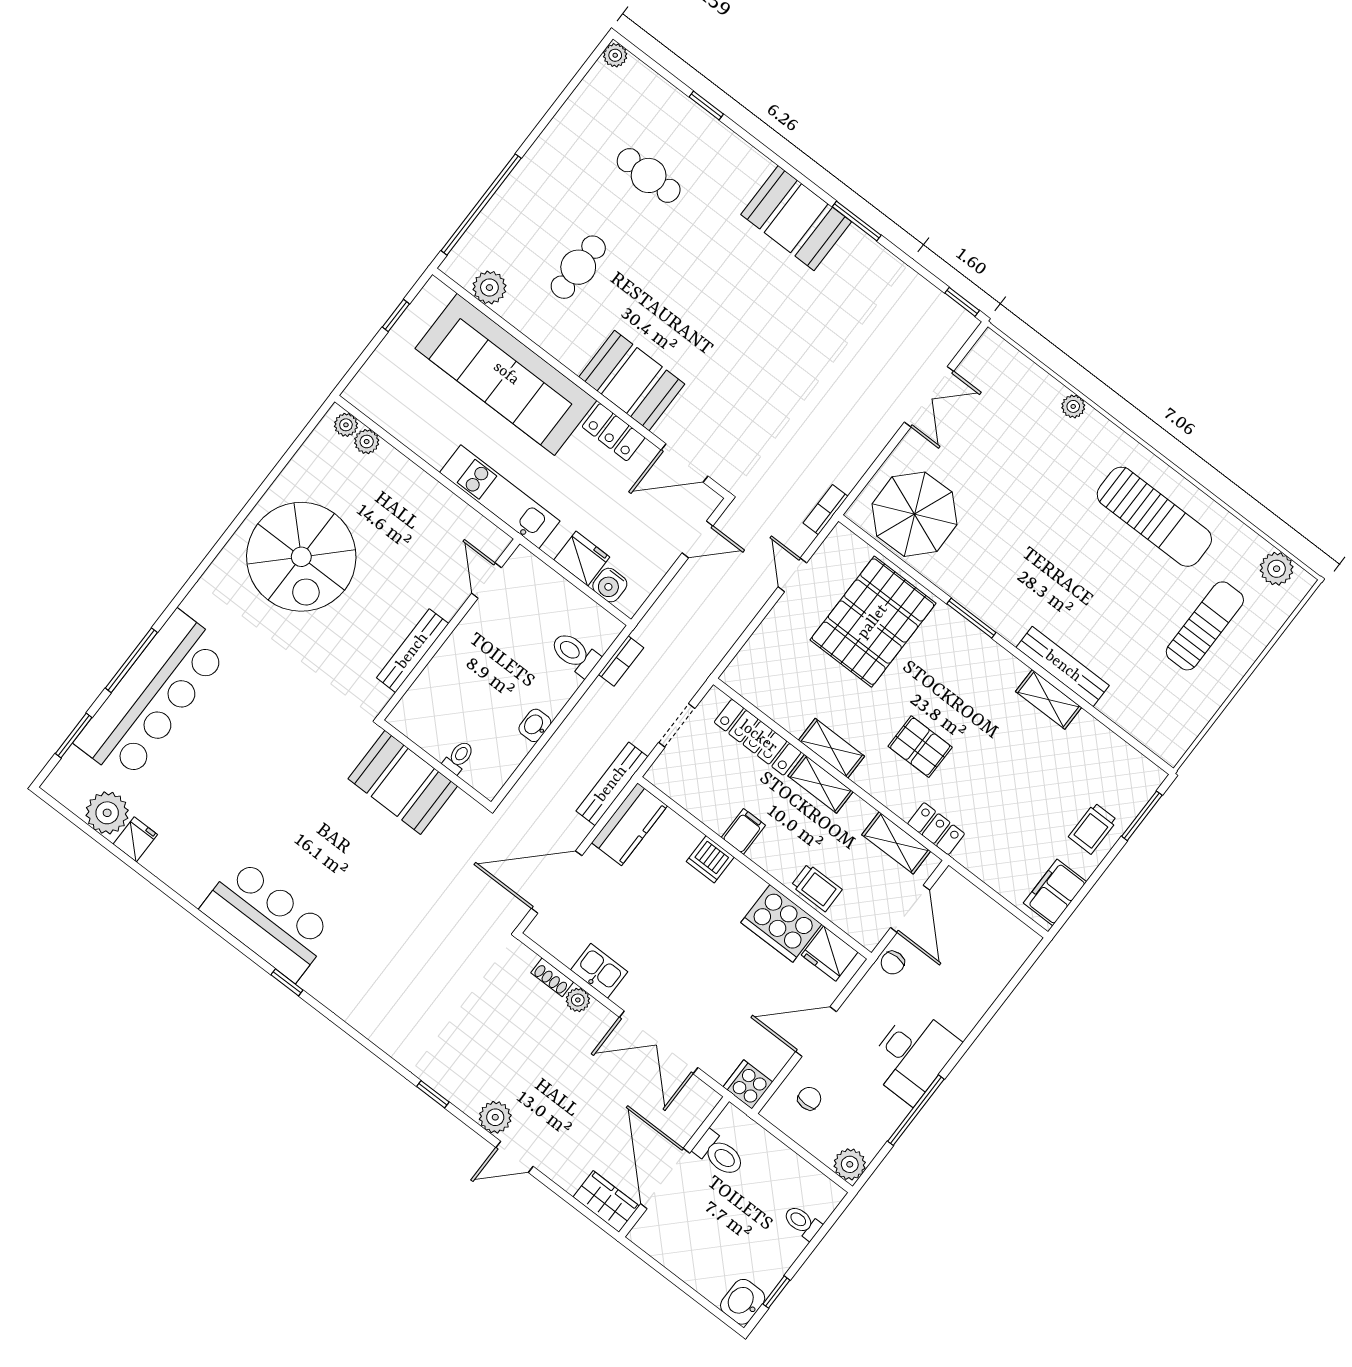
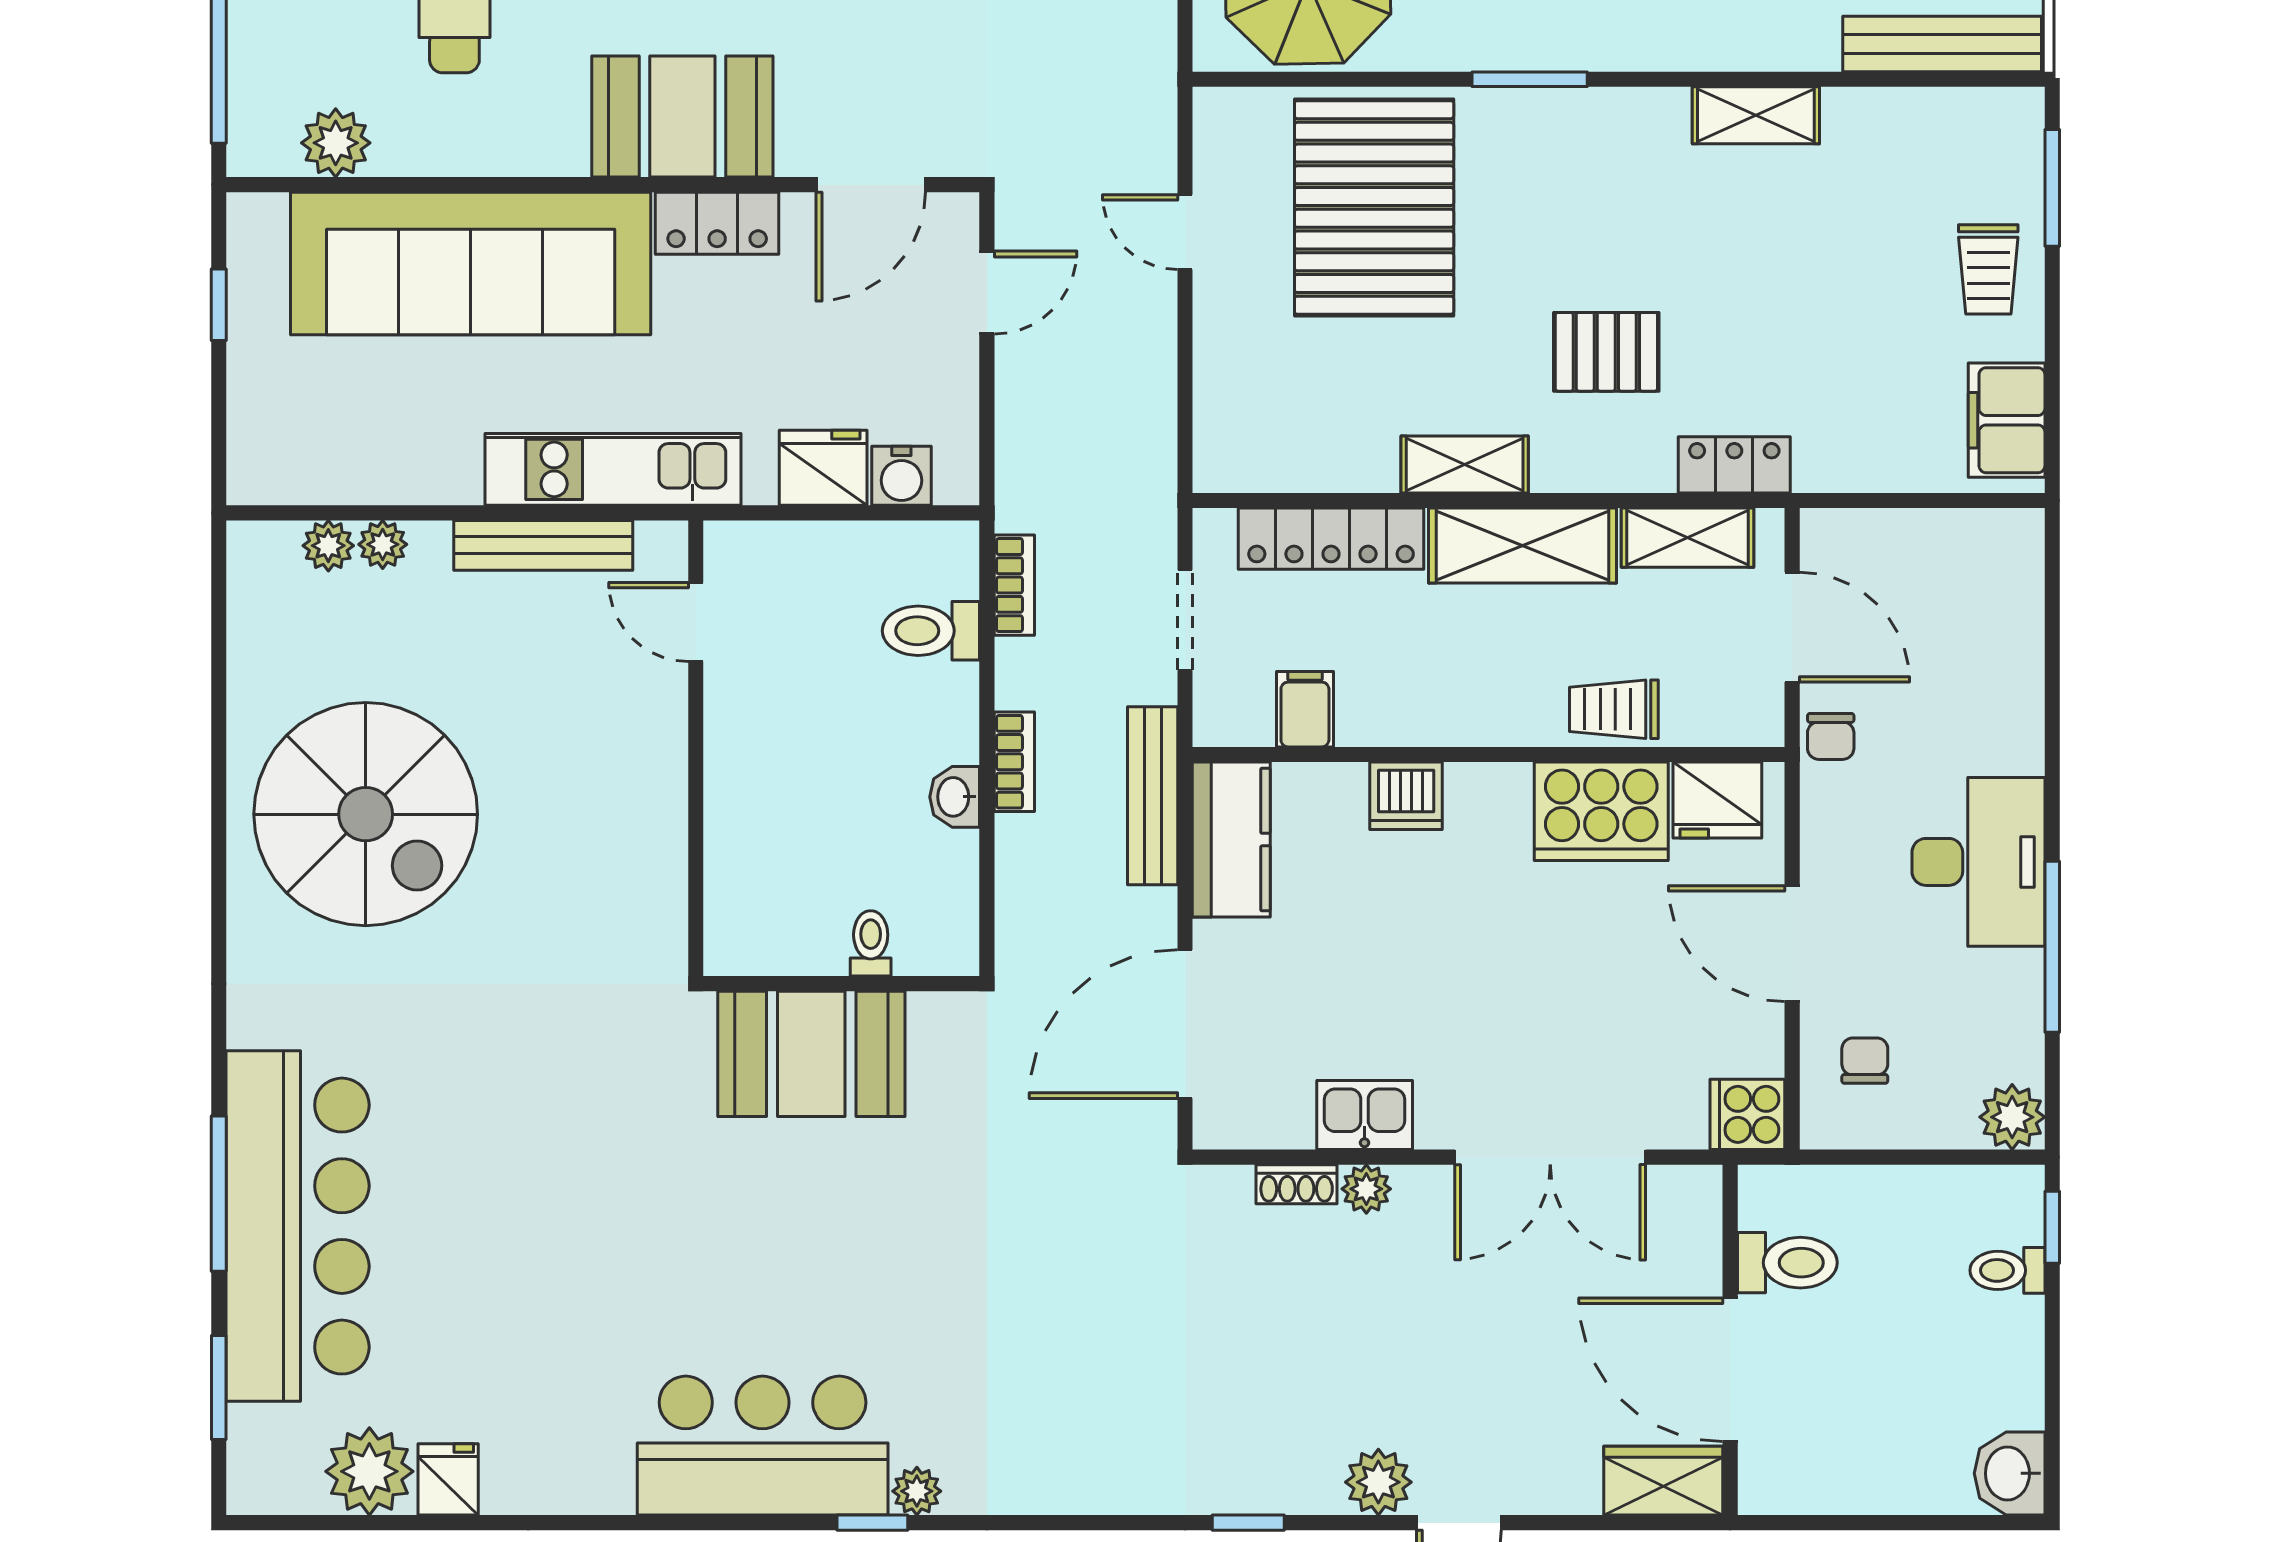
plant: (346, 425) -> (383, 544), moved
bookcase: (825, 510) -> (1014, 762), moved, turned 180
bench: (413, 651) -> (543, 545), moved, turned 90
bench: (1063, 667) -> (1942, 44), moved
shelving: (821, 784) -> (1523, 545), width x1.50, depth x1.33
filing cabinet: (743, 831) -> (1305, 709), moved
trolley: (817, 888) -> (1614, 709), turned 180
plant: (314, 983) -> (917, 1491), added
door: (816, 1032) -> (1792, 944), hinge flipped
window: (776, 1292) -> (2052, 1227), moved

